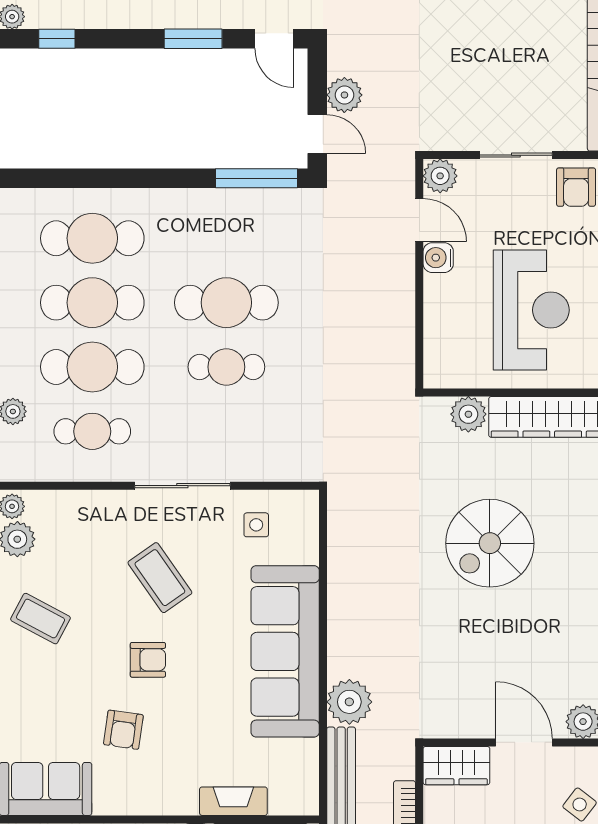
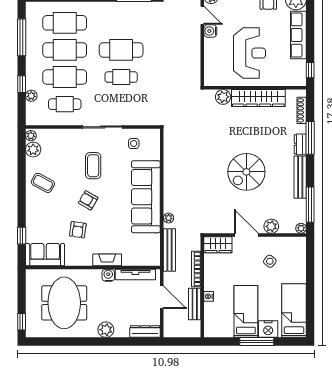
spiral stairs: (490, 543) -> (246, 172), moved
coffee table: (160, 578) -> (93, 166), turned 35
armchair: (148, 660) -> (88, 200), turned -150
plant: (349, 702) -> (169, 218), width x0.53, depth x0.53
fireplace: (233, 801) -> (107, 260), moved

